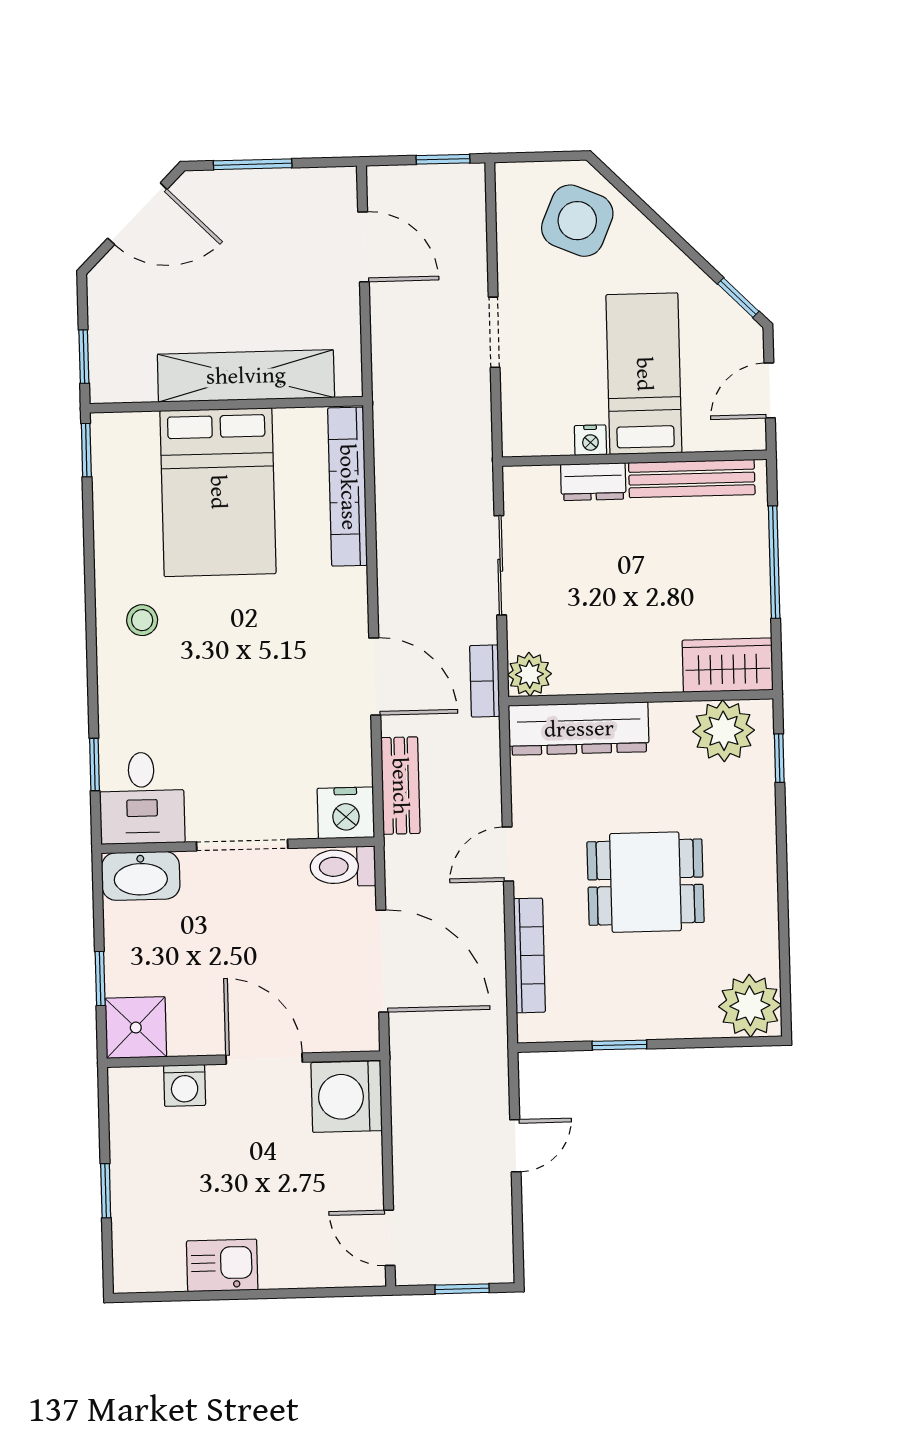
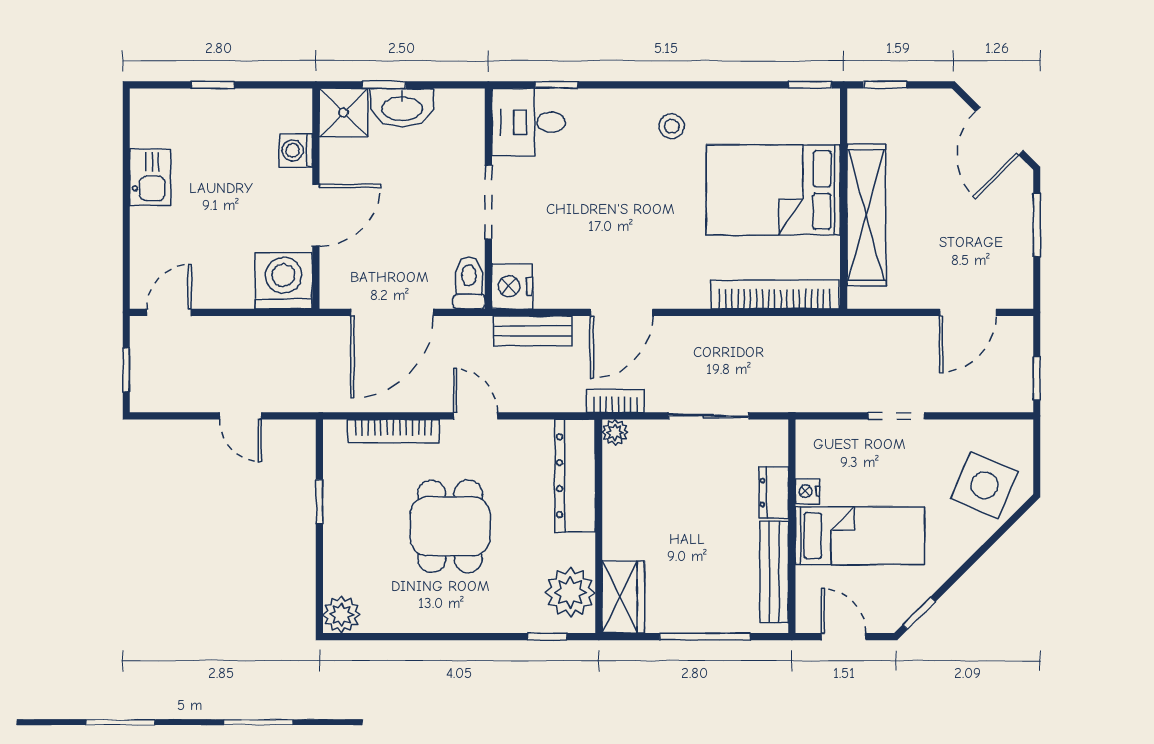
plant: (529, 674) -> (615, 432), width x0.73, depth x0.73
washbasin: (141, 876) -> (402, 107), moved, turned -90
plant: (750, 1006) -> (341, 615), width x0.73, depth x0.73

